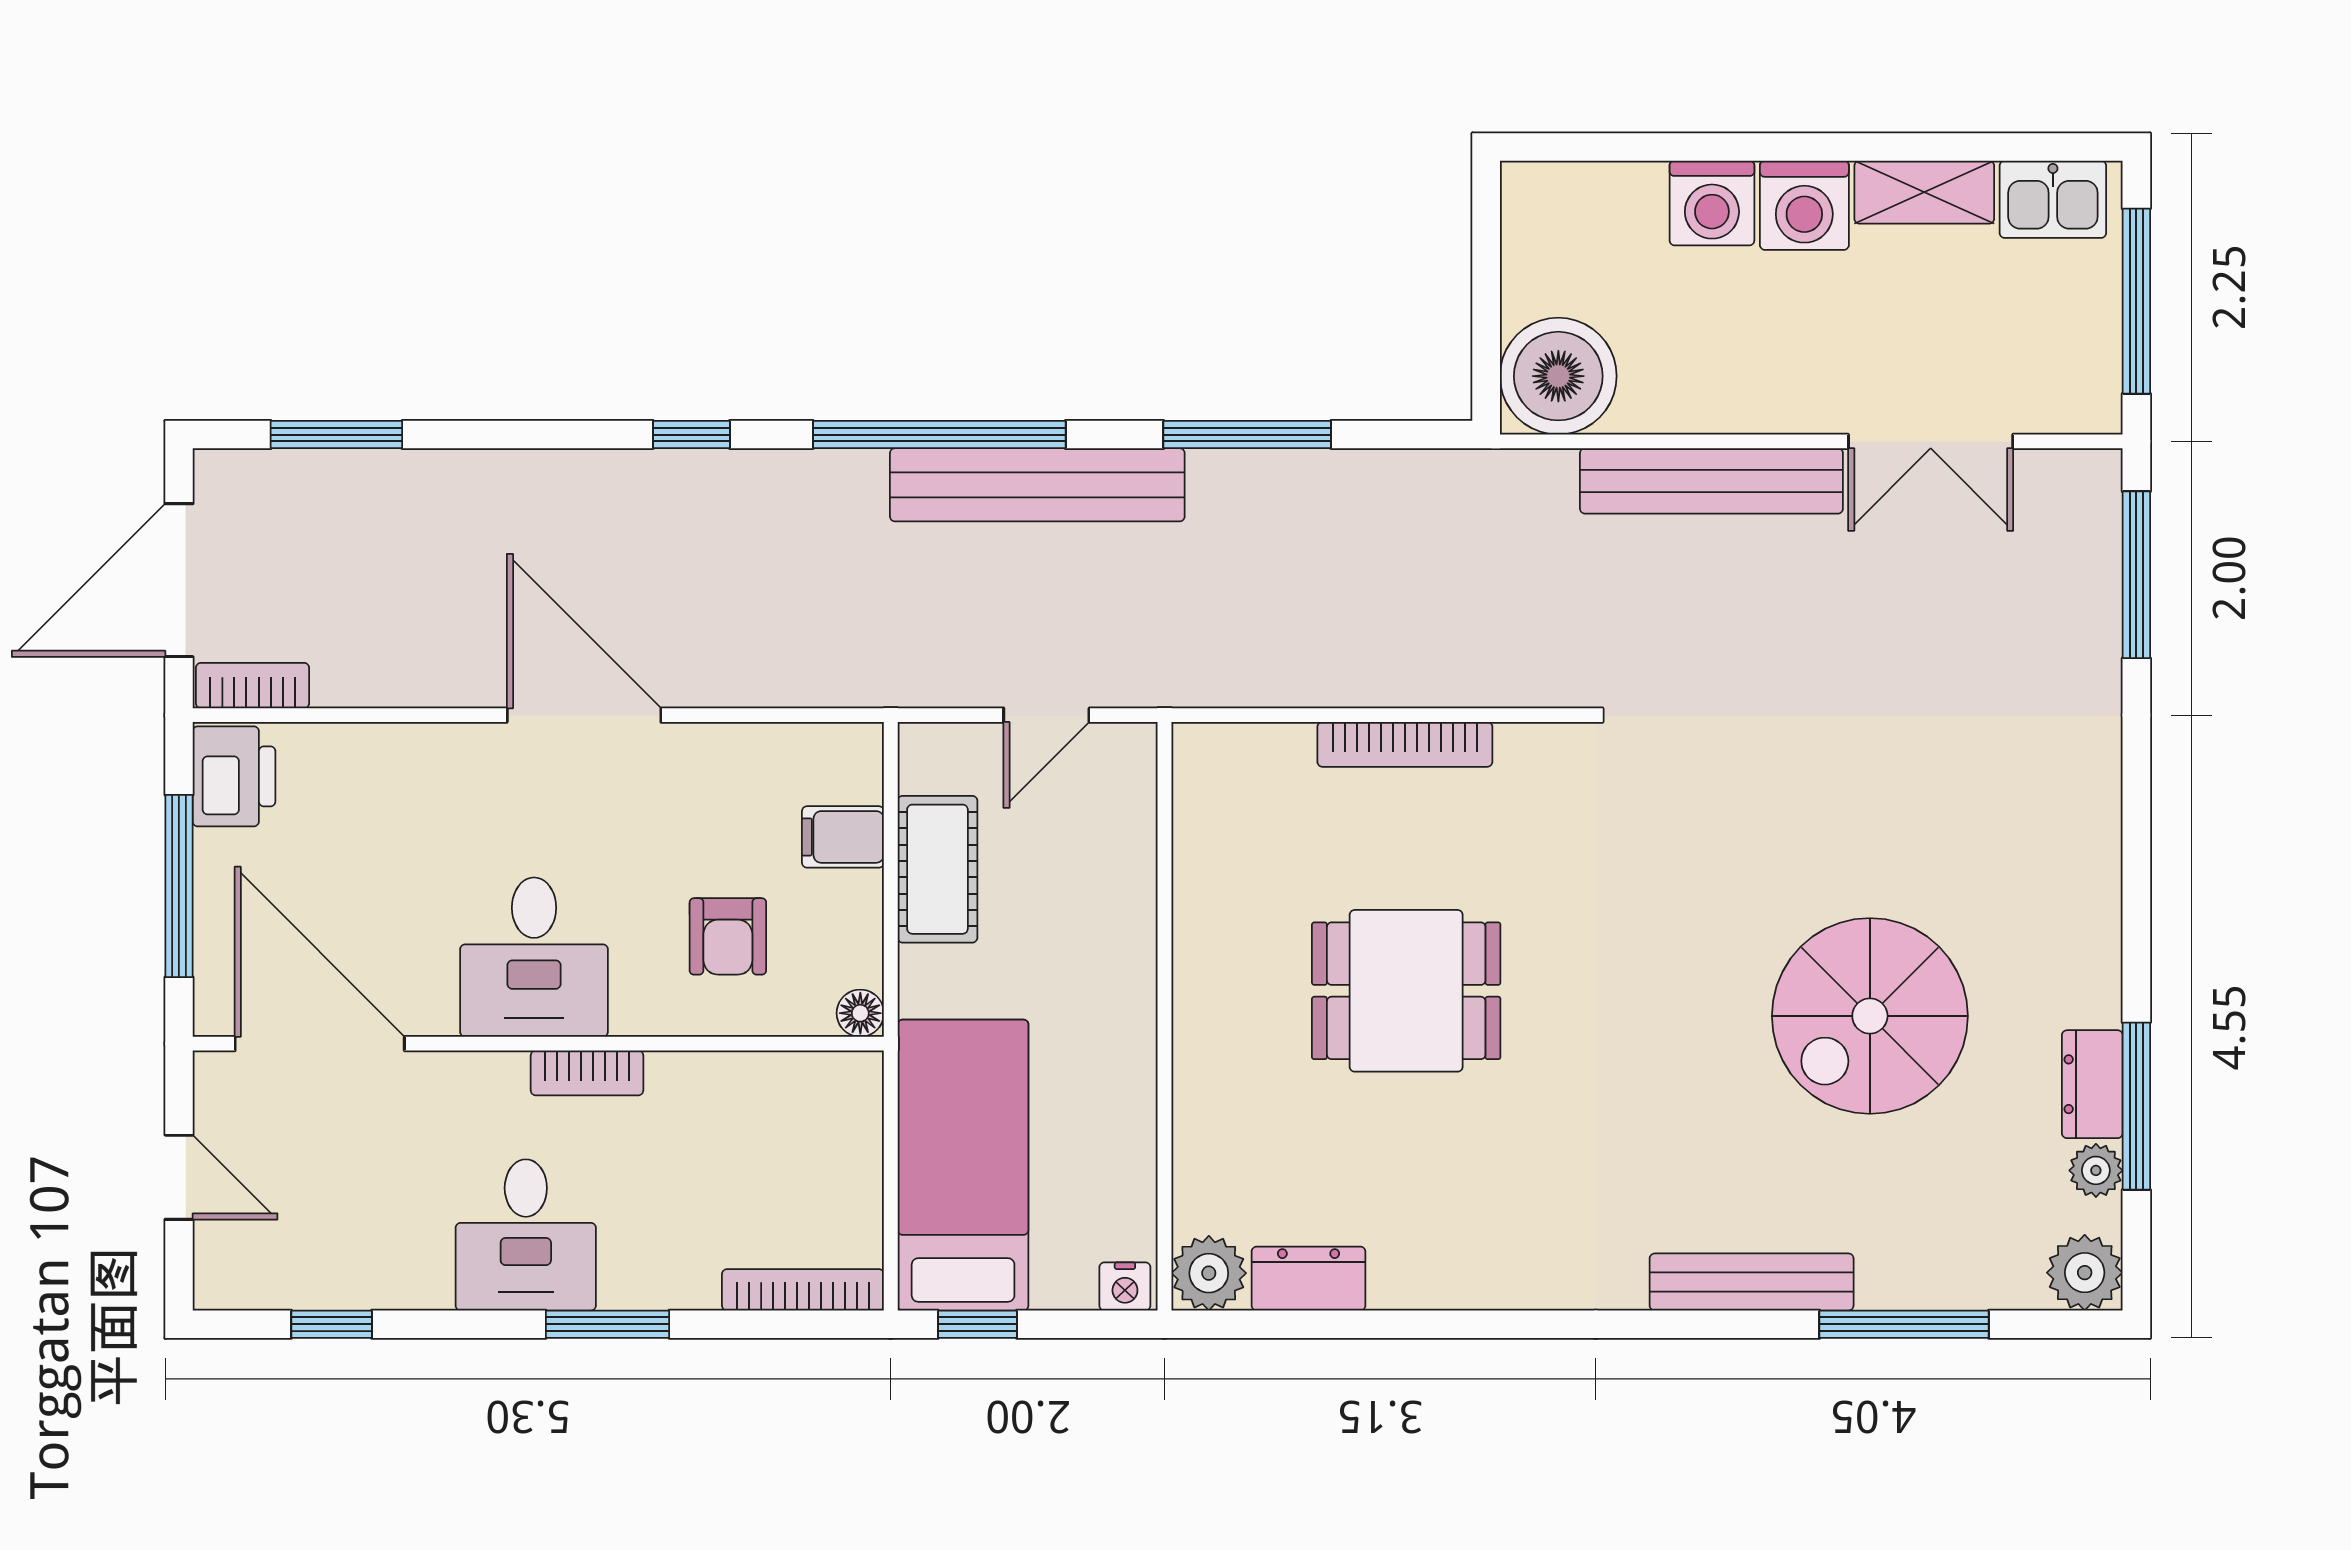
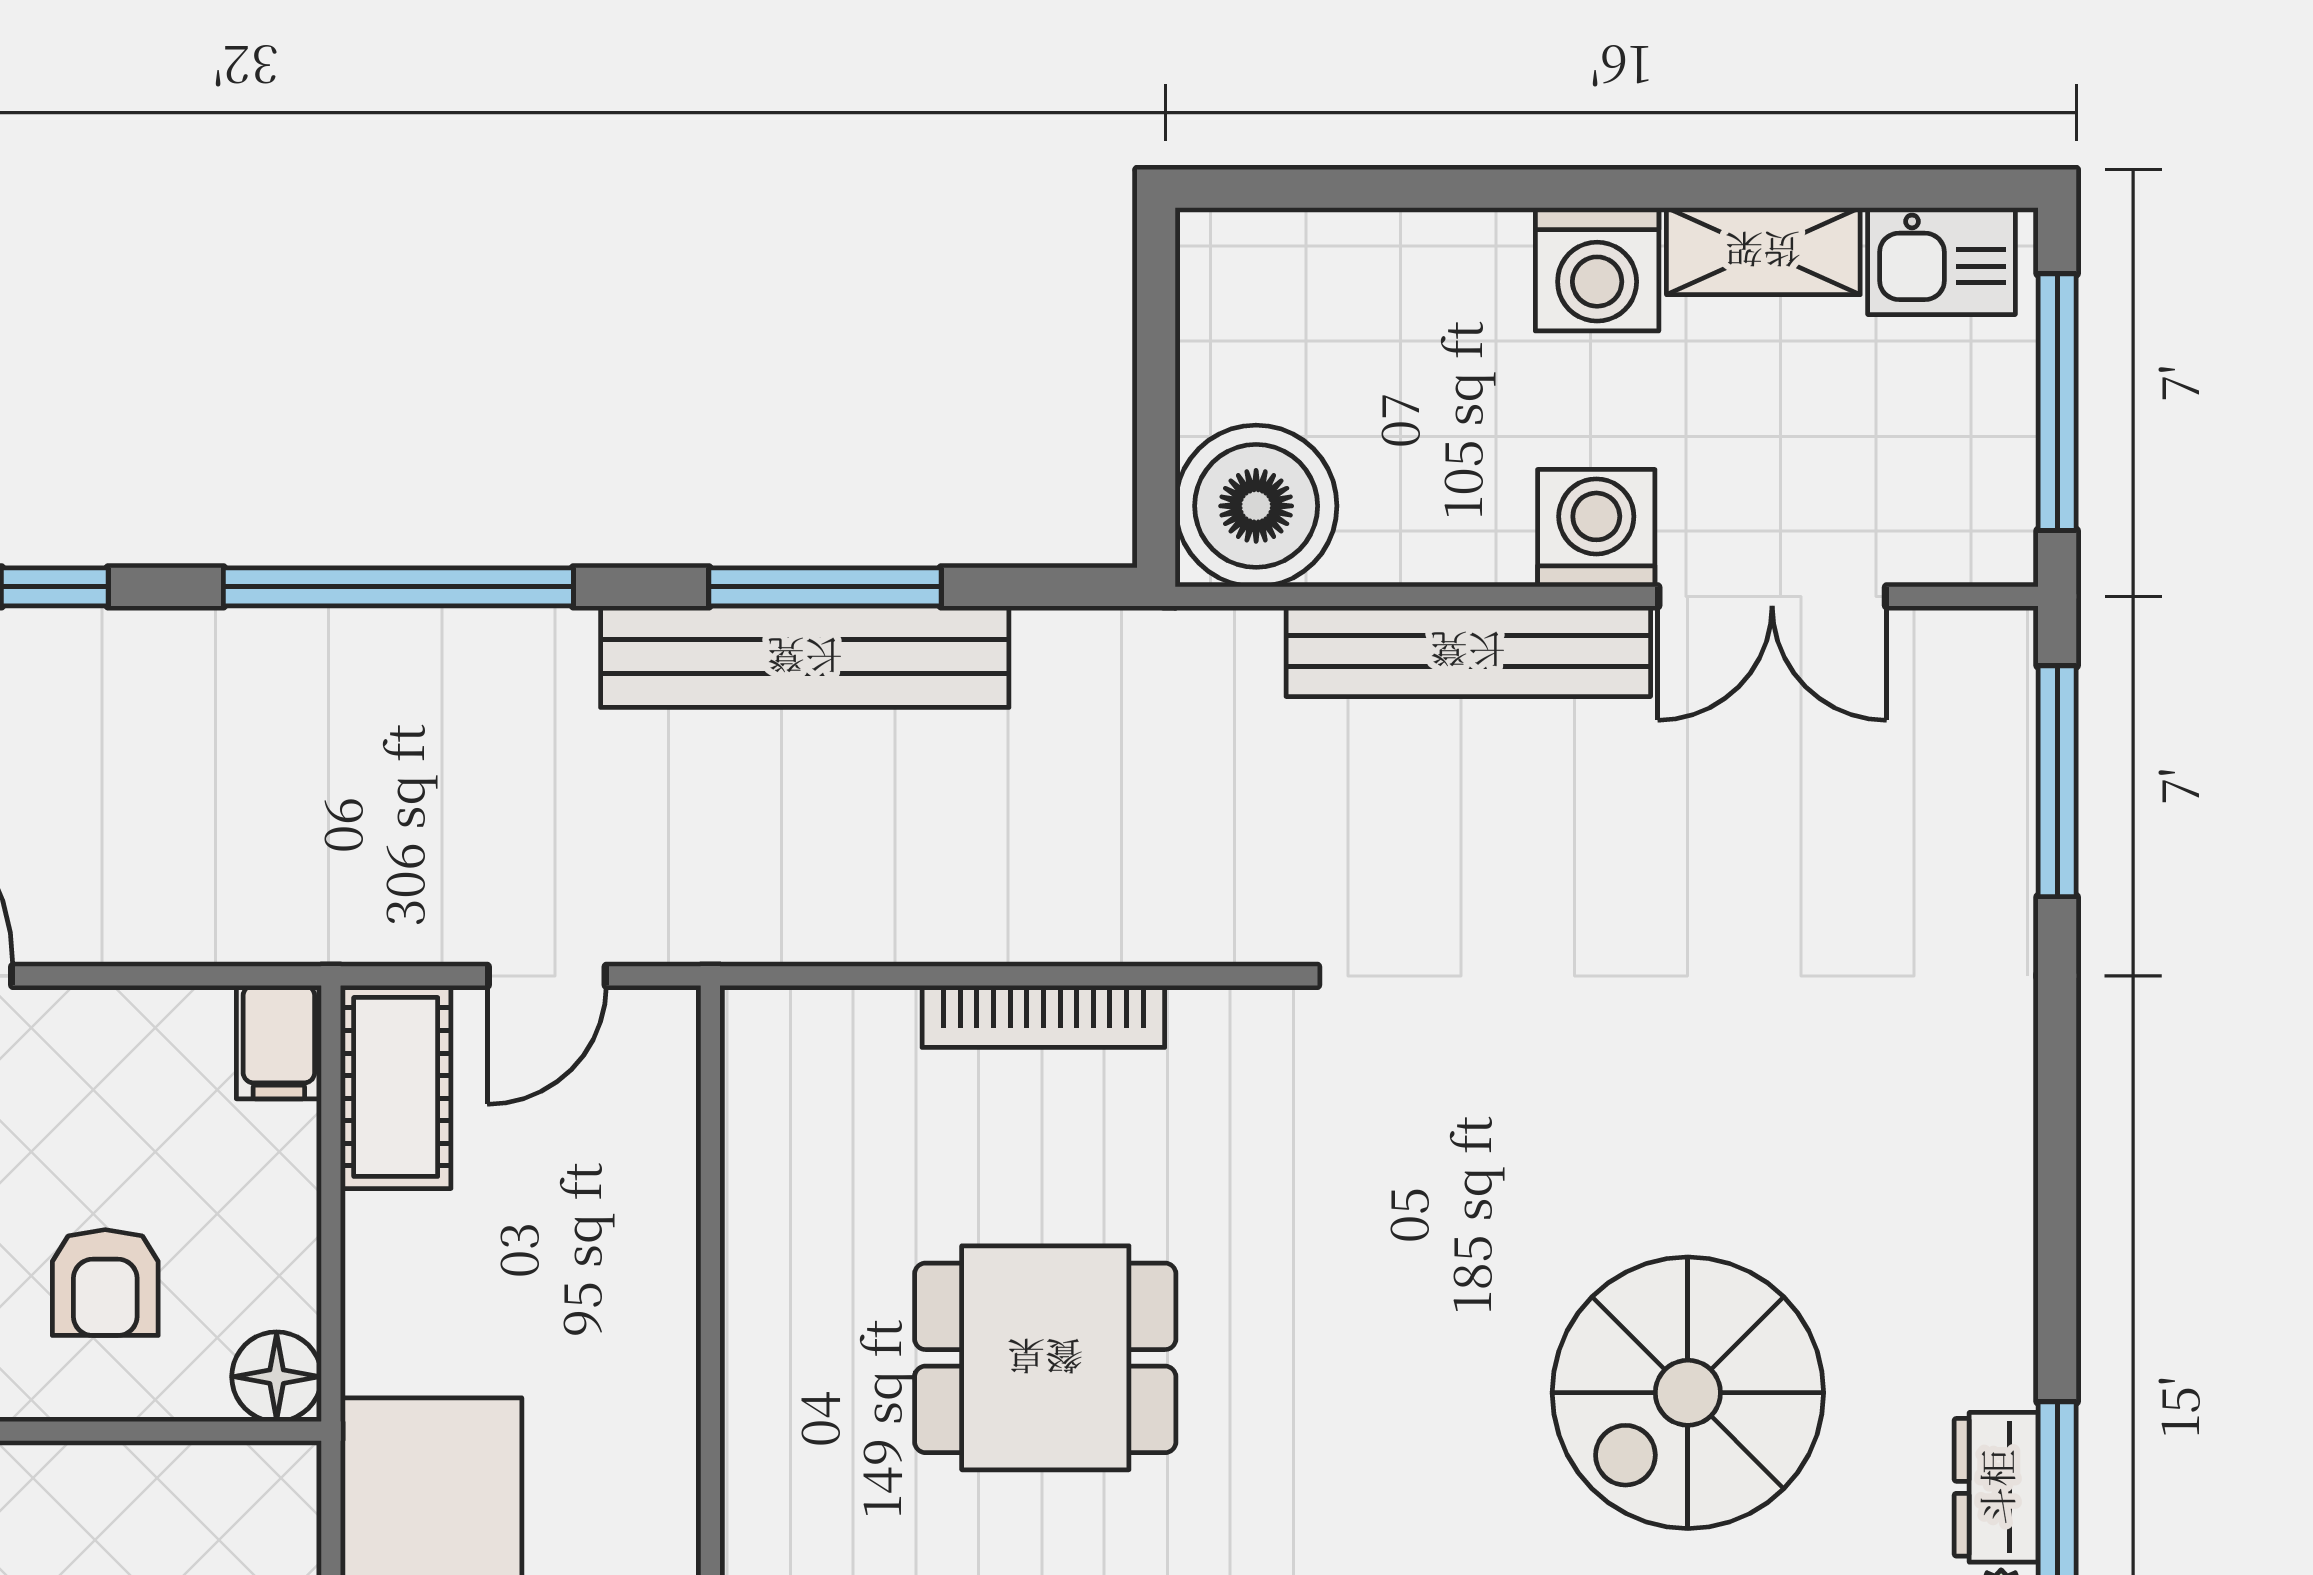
washing machine: (1712, 203) -> (1596, 528), moved, turned 180
bench: (1037, 485) -> (805, 657), moved
filing cabinet: (843, 837) -> (279, 1042), moved, turned -90
cot: (937, 869) -> (396, 1087), moved
floor lamp: (860, 1013) -> (277, 1377), width x1.37, depth x1.37

